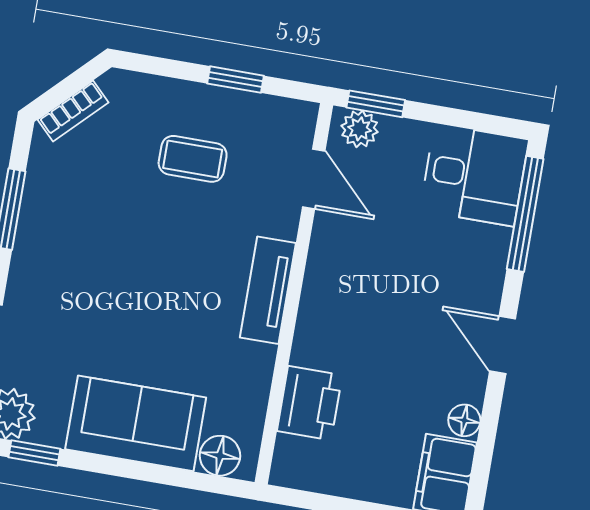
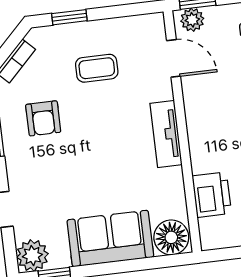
window: (236, 80) -> (69, 17), moved
armchair: (89, 211) -> (43, 118), added
floor lamp: (220, 456) -> (171, 237), width x1.38, depth x1.38

